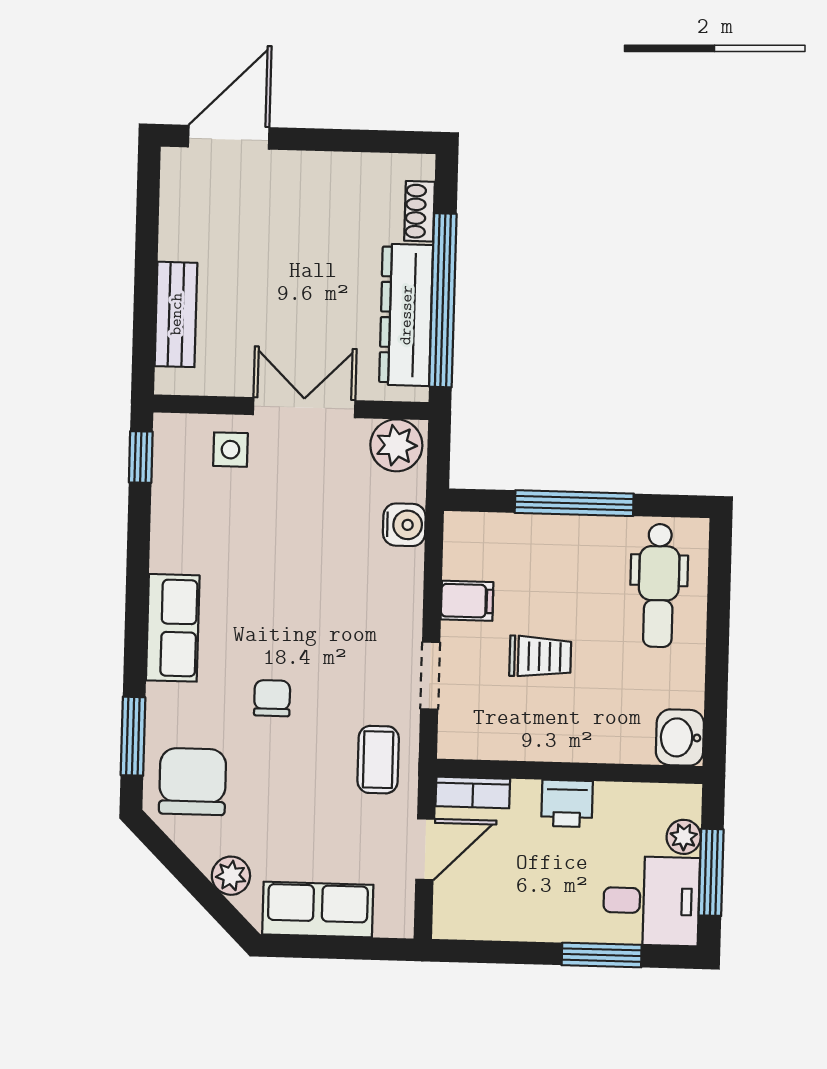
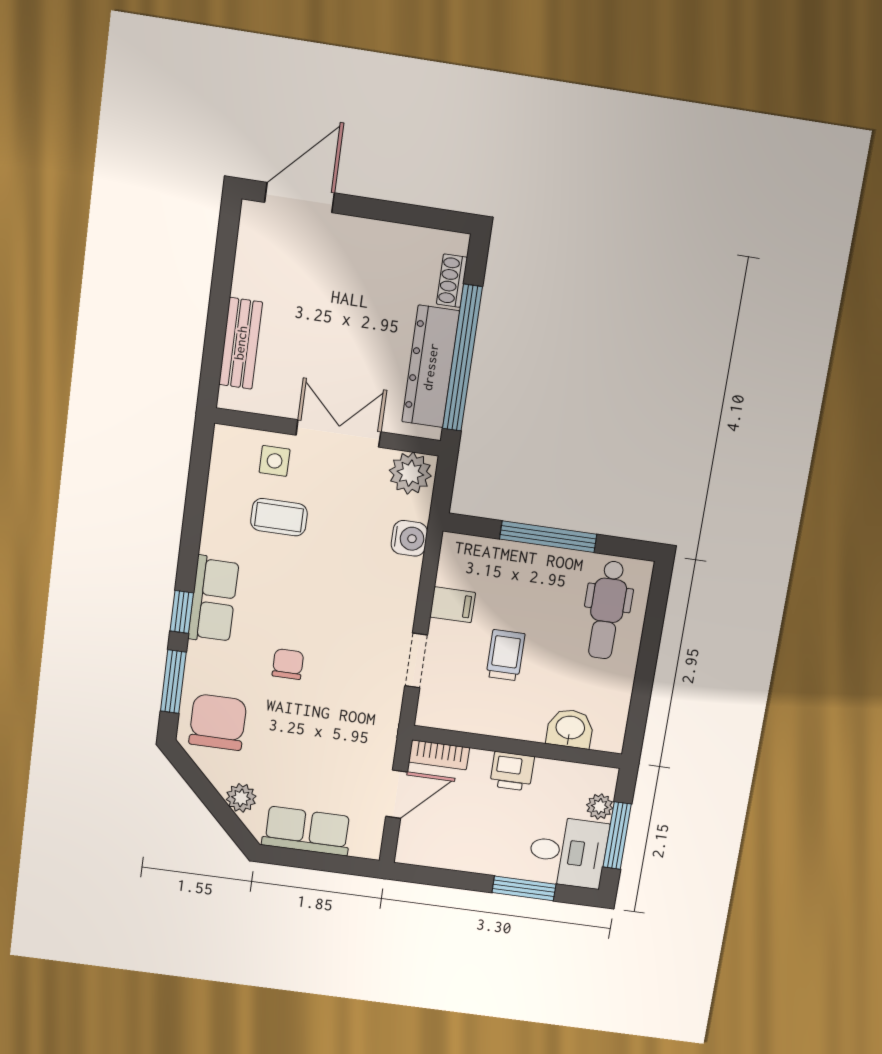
window: (141, 457) -> (182, 612), moved
trolley: (540, 656) -> (506, 655), turned -90
washbasin: (680, 738) -> (570, 729), moved, turned 90
coffee table: (378, 760) -> (279, 517), moved, turned 90

